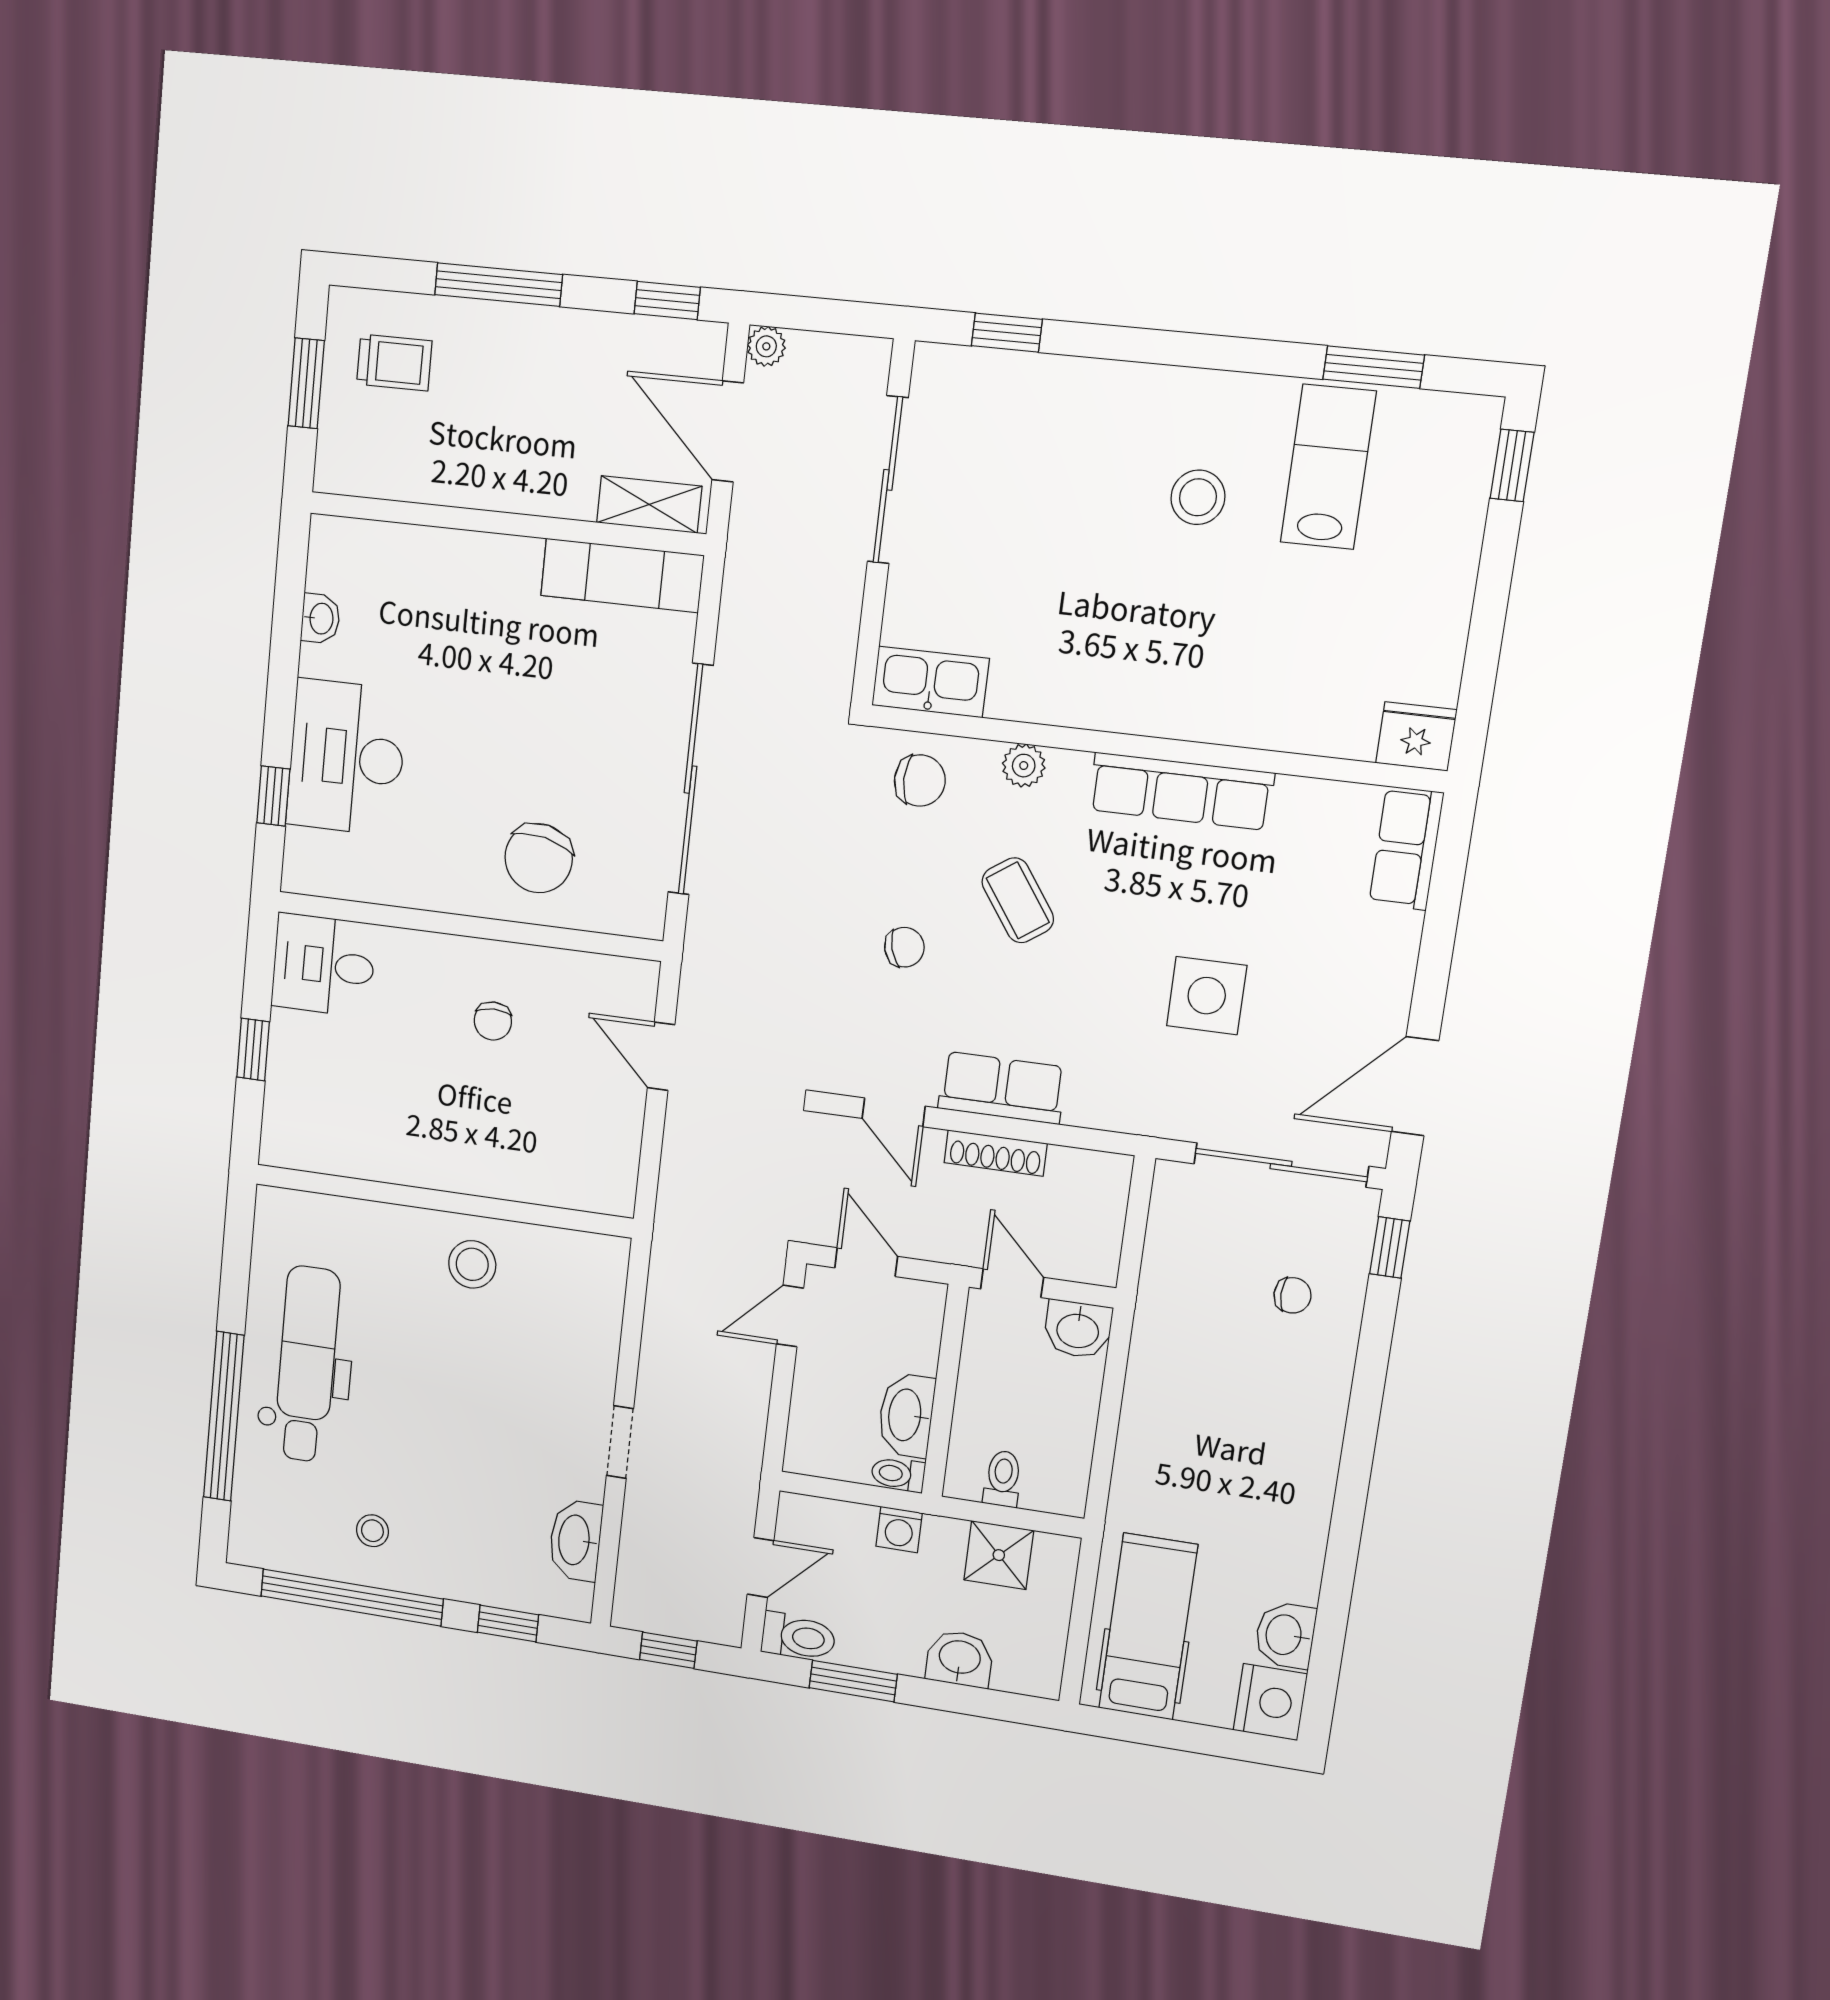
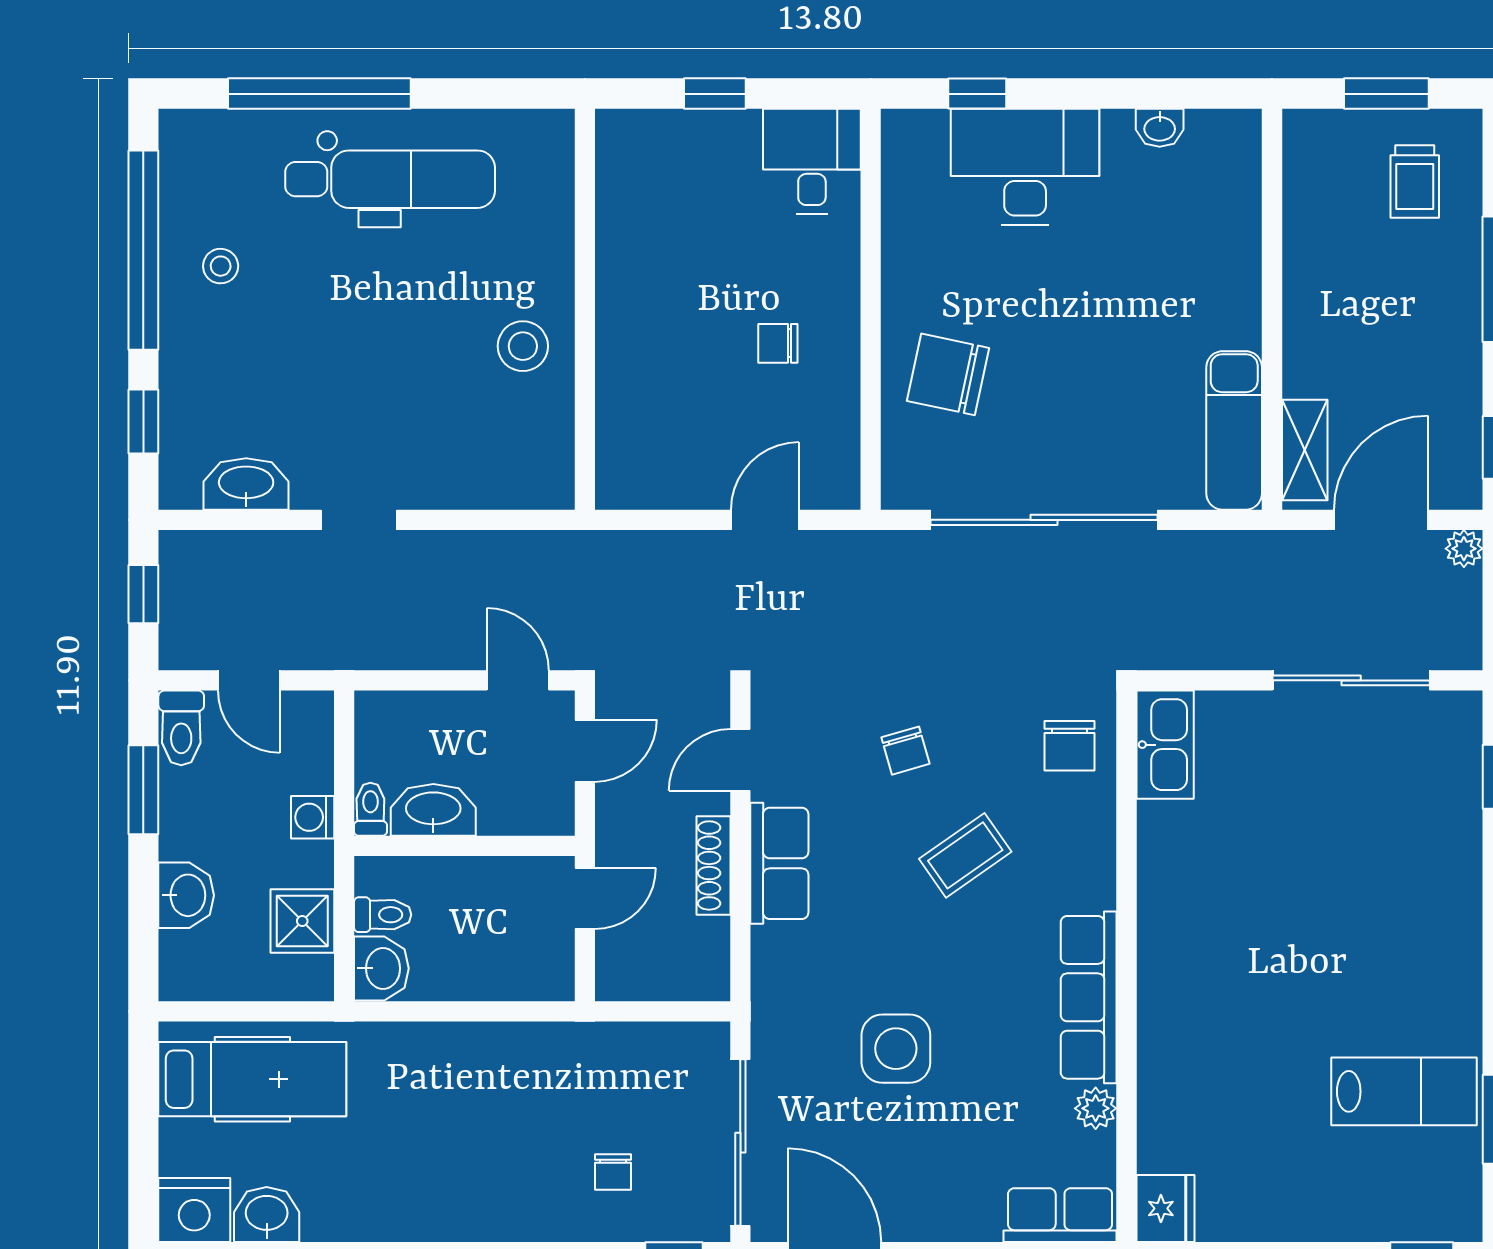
stool: (1198, 497) -> (1364, 975), removed
plant: (1024, 766) -> (1096, 1108), moved
washbasin: (1078, 1329) -> (381, 968), moved, turned 180

